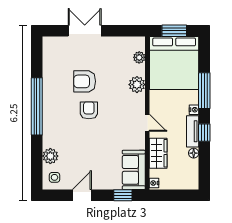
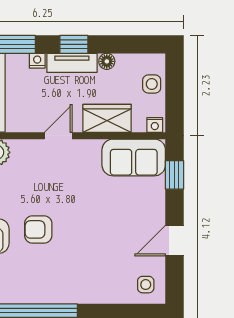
plant: (50, 156) -> (111, 291), removed
side table: (180, 181) -> (152, 84), added
door: (82, 195) -> (174, 241), hinge flipped

